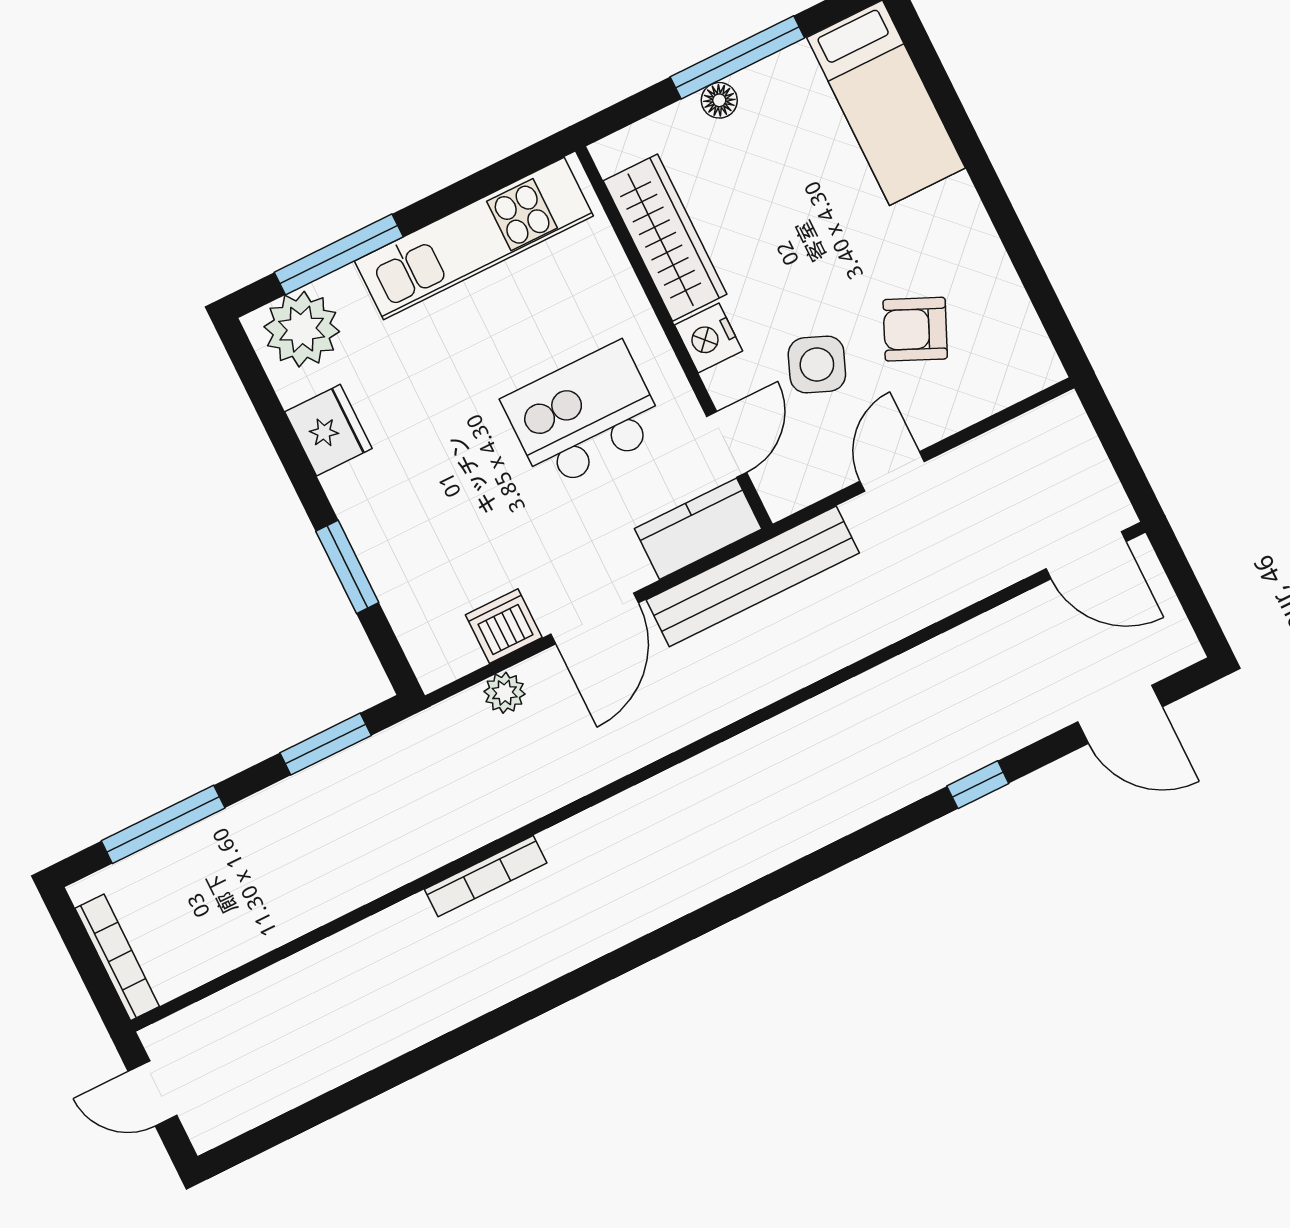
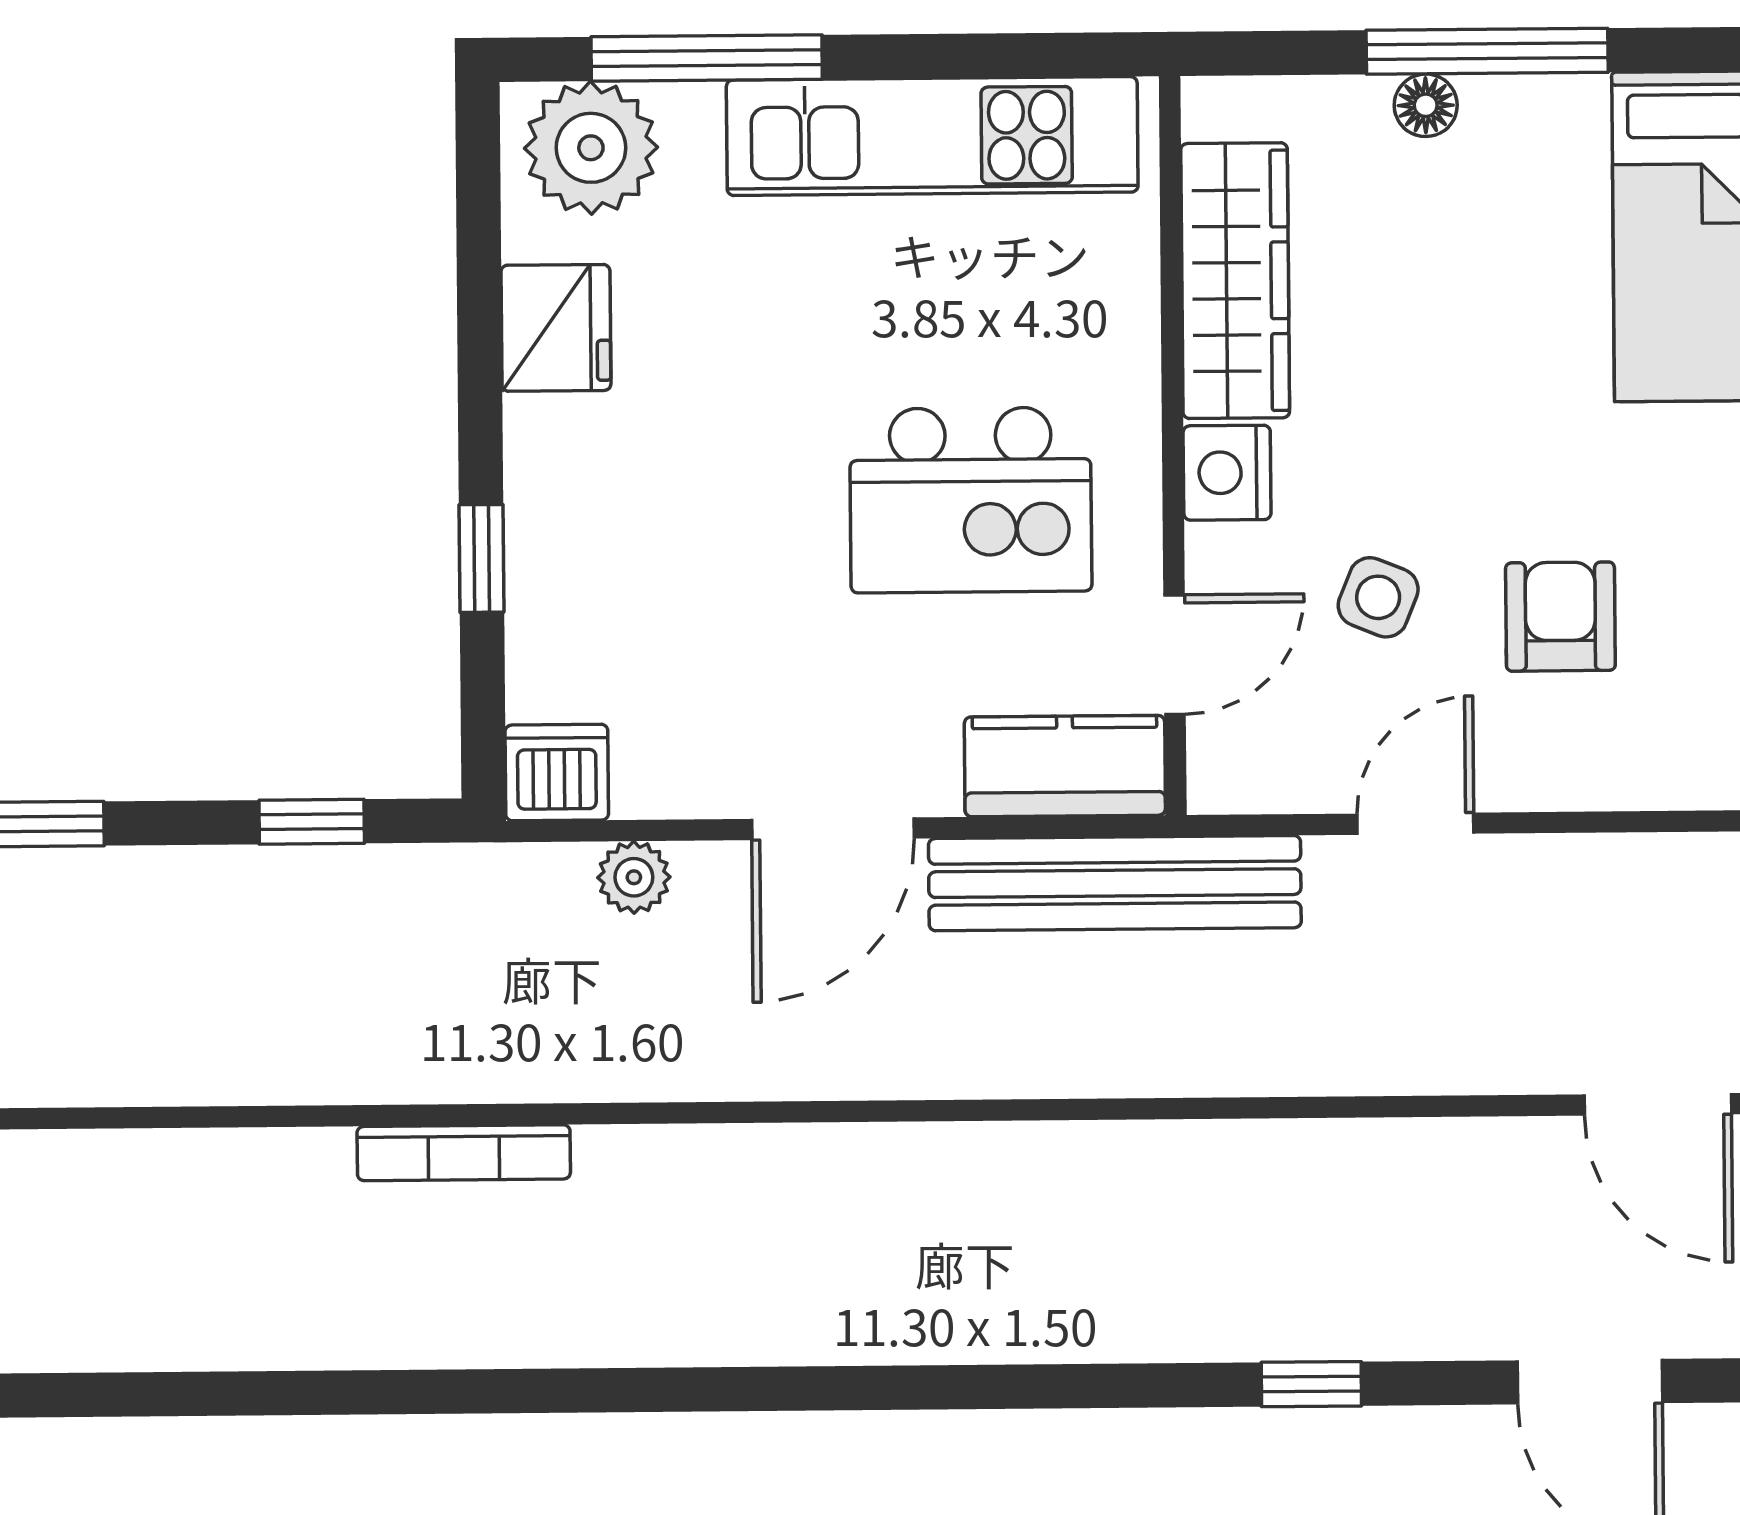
armchair: (915, 329) -> (1560, 617), turned 66
side table: (817, 365) -> (1378, 597), width x0.73, depth x0.73
kitchen island: (584, 416) -> (971, 500), turned 180
window: (347, 567) -> (482, 558), width x0.67
dishwasher: (504, 626) -> (557, 773), moved
window: (326, 744) -> (312, 822), width x0.67

